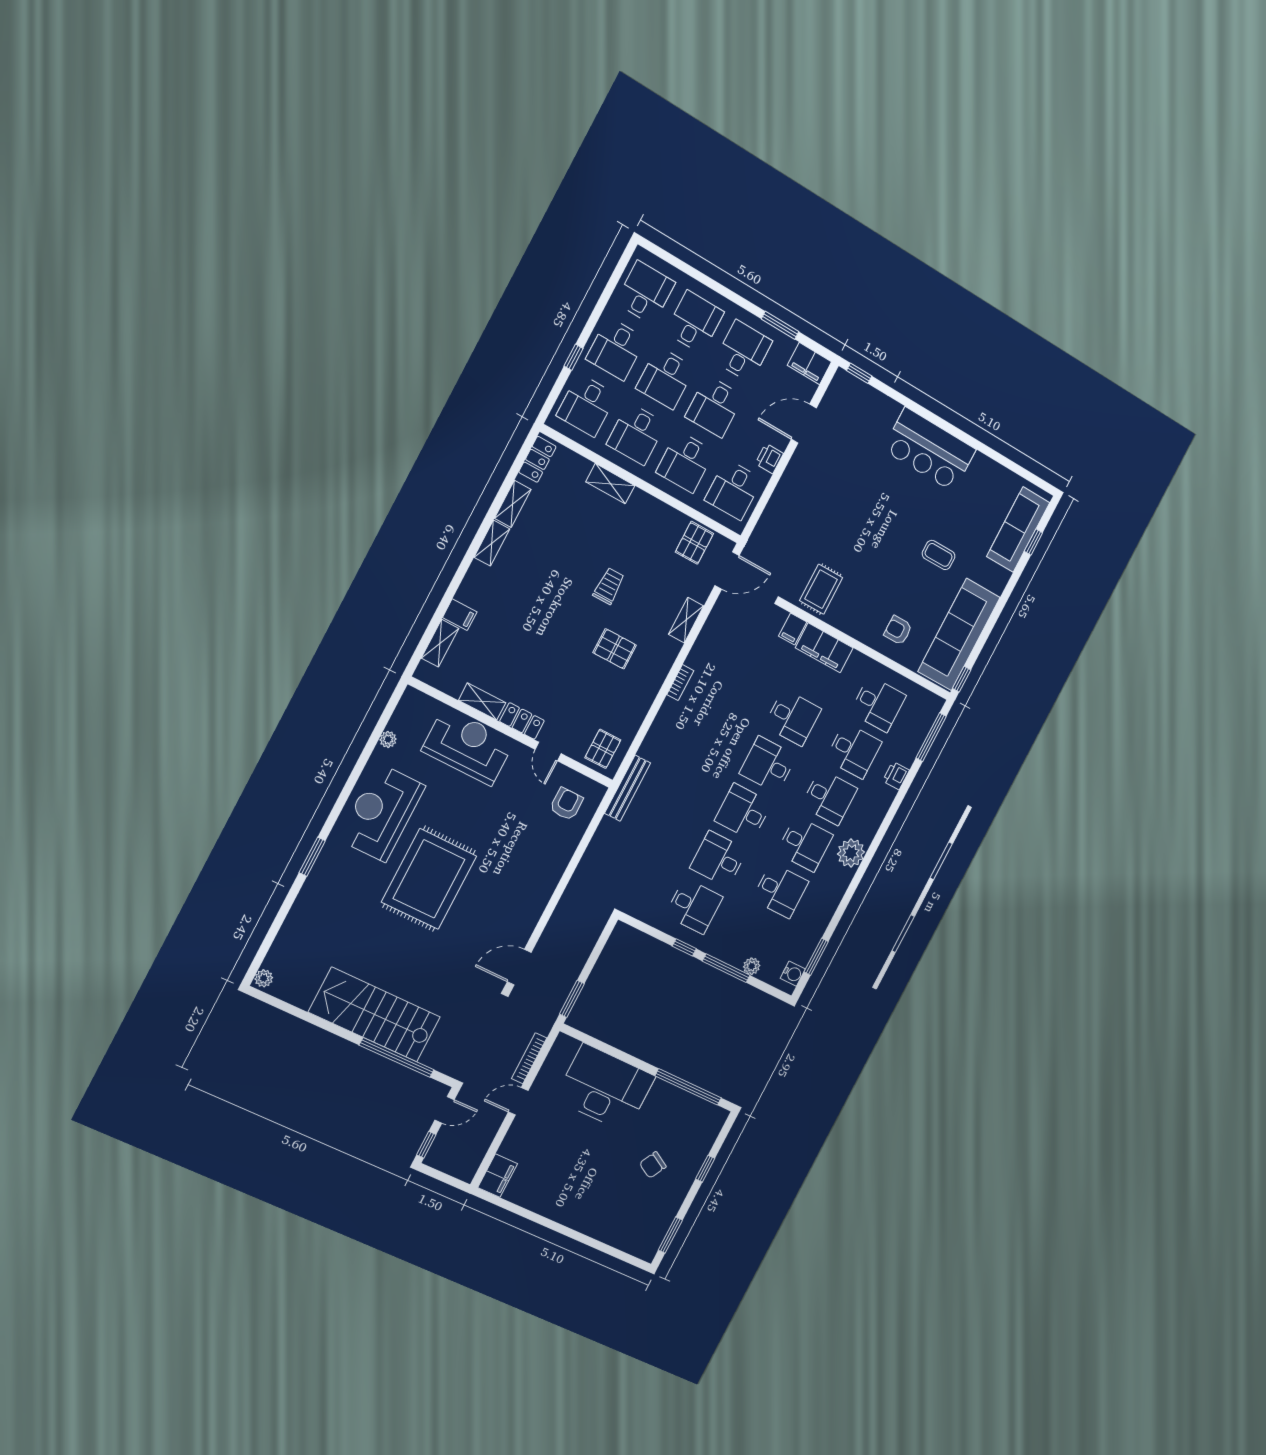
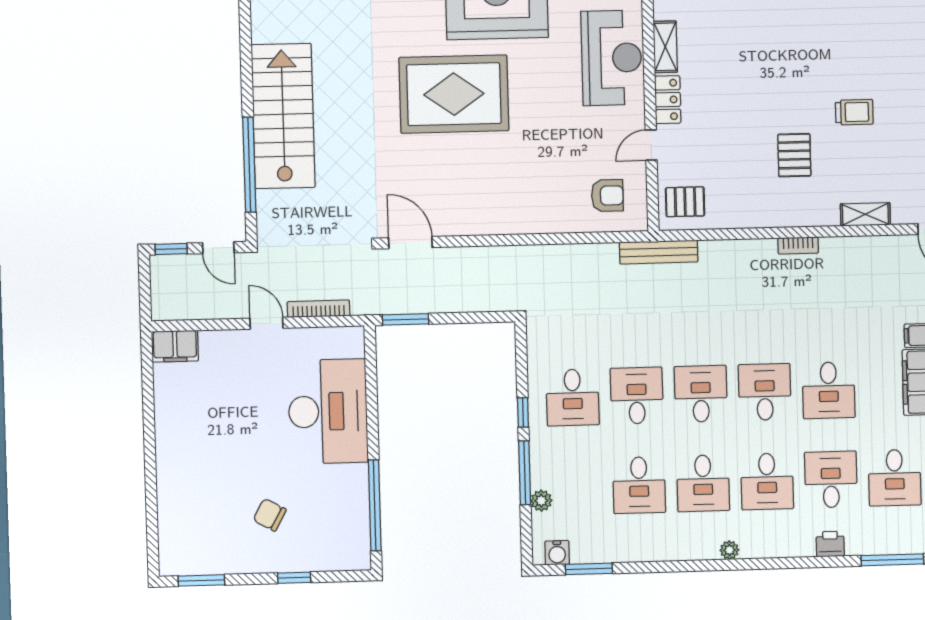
desk: (854, 751) -> (831, 480), turned 180
plant: (851, 853) -> (729, 550), width x0.53, depth x0.53

